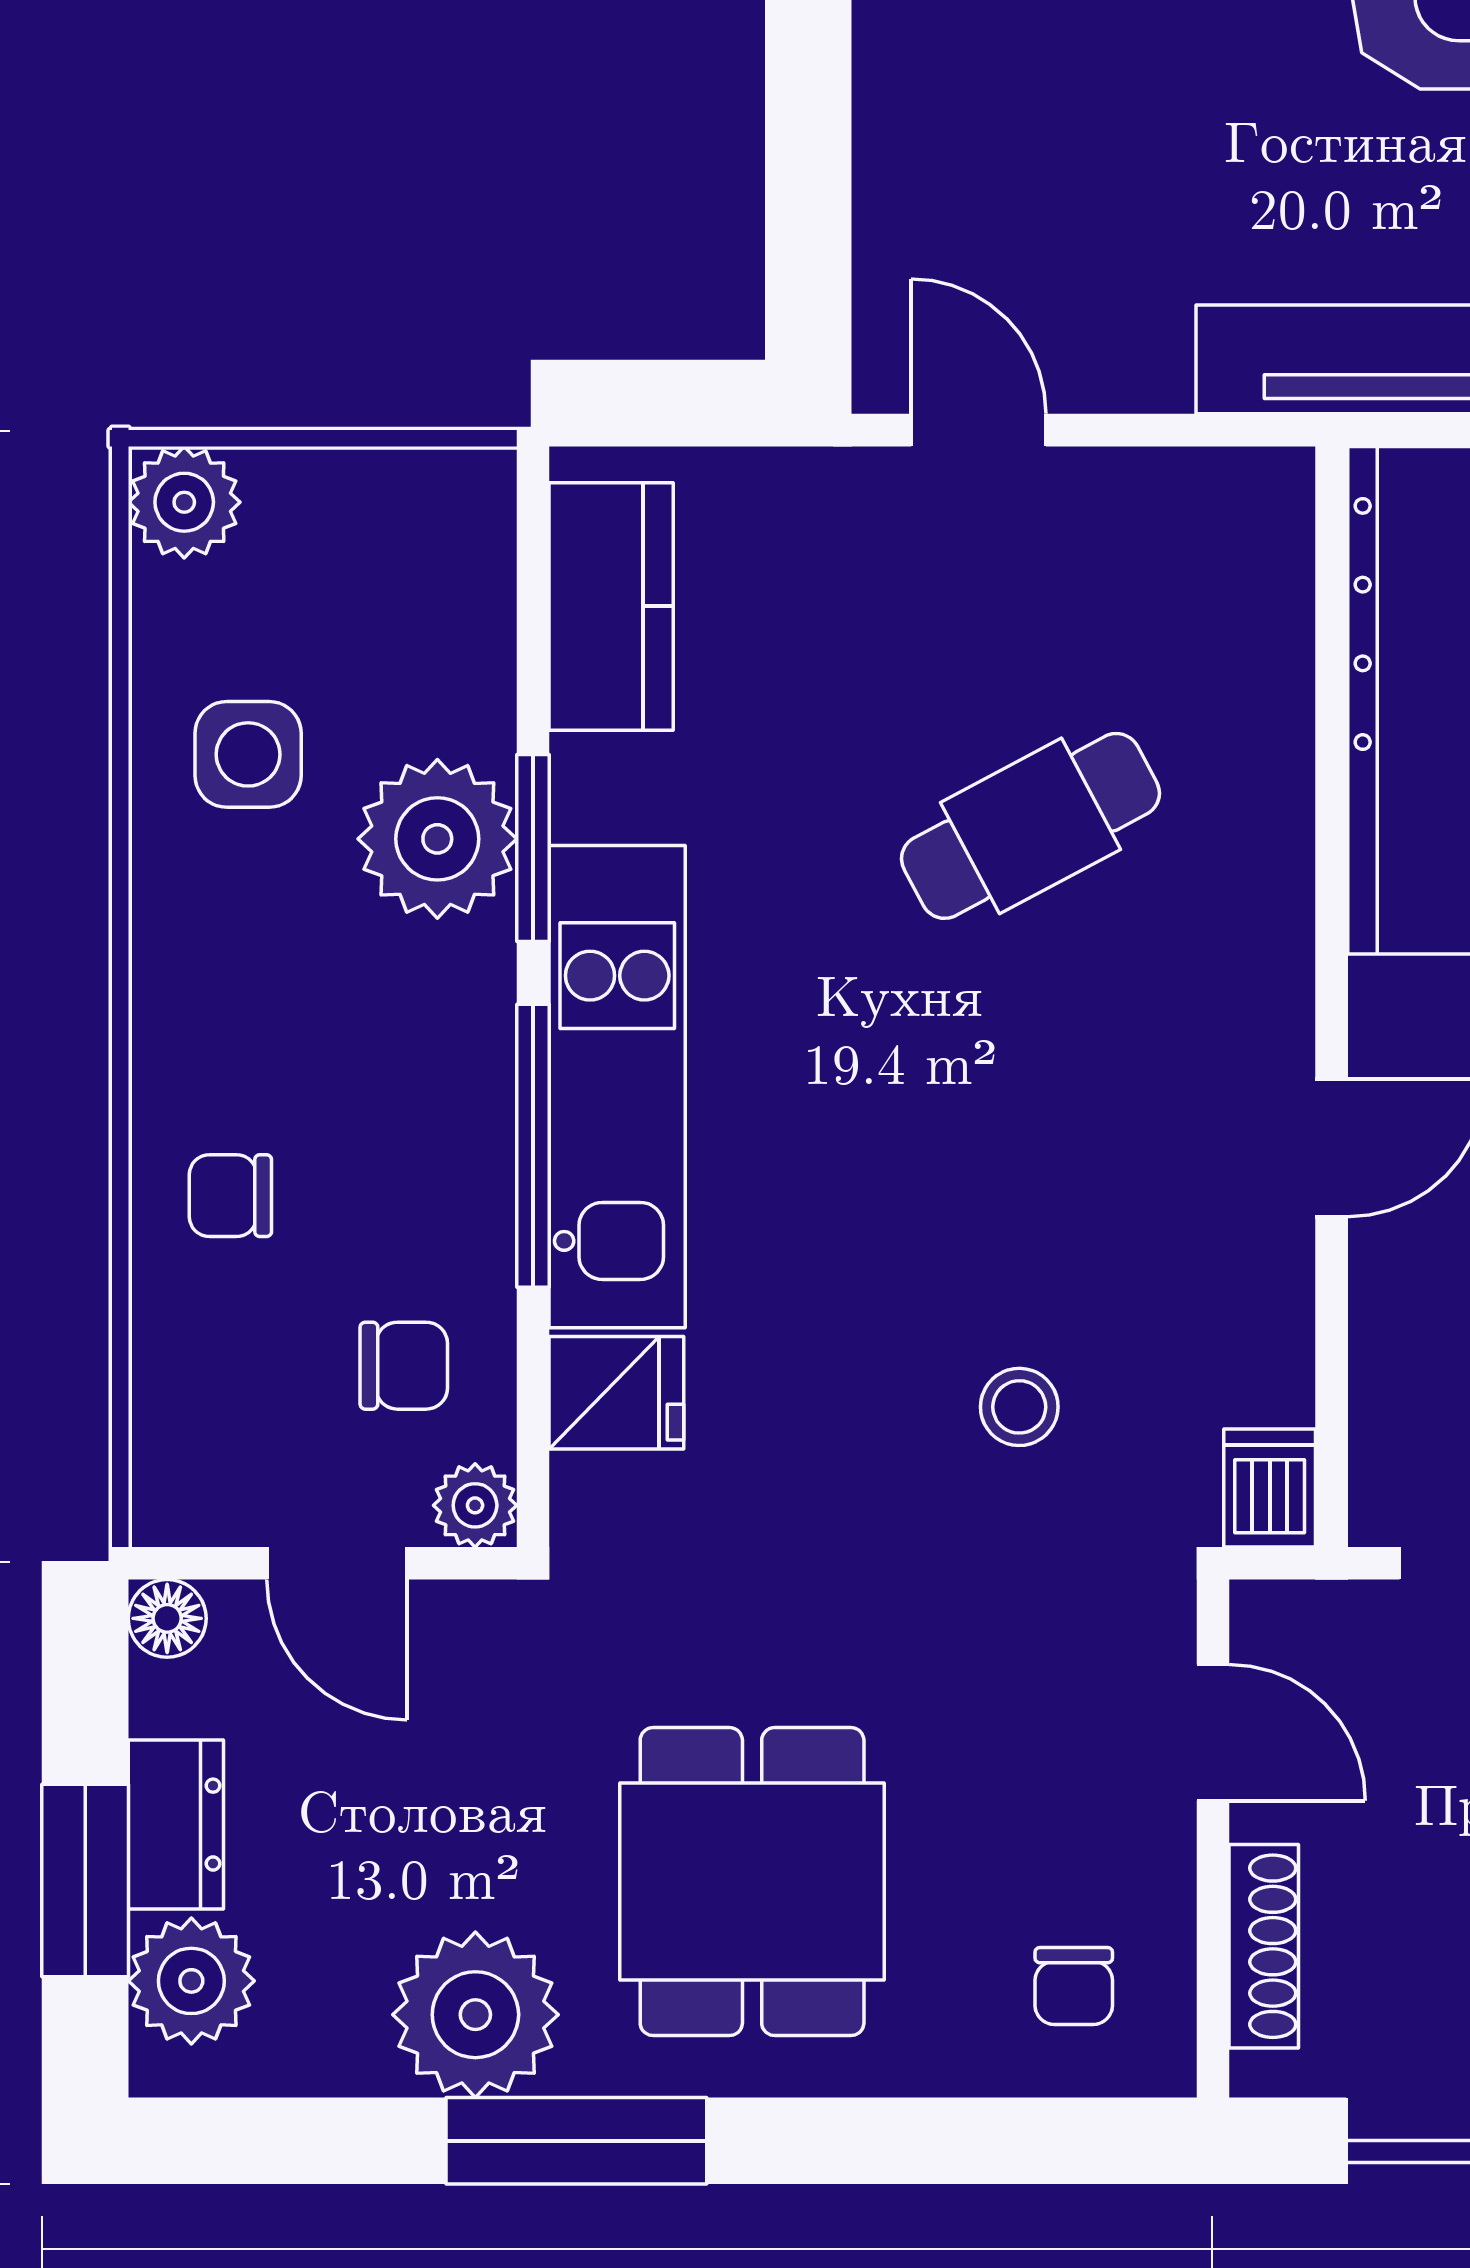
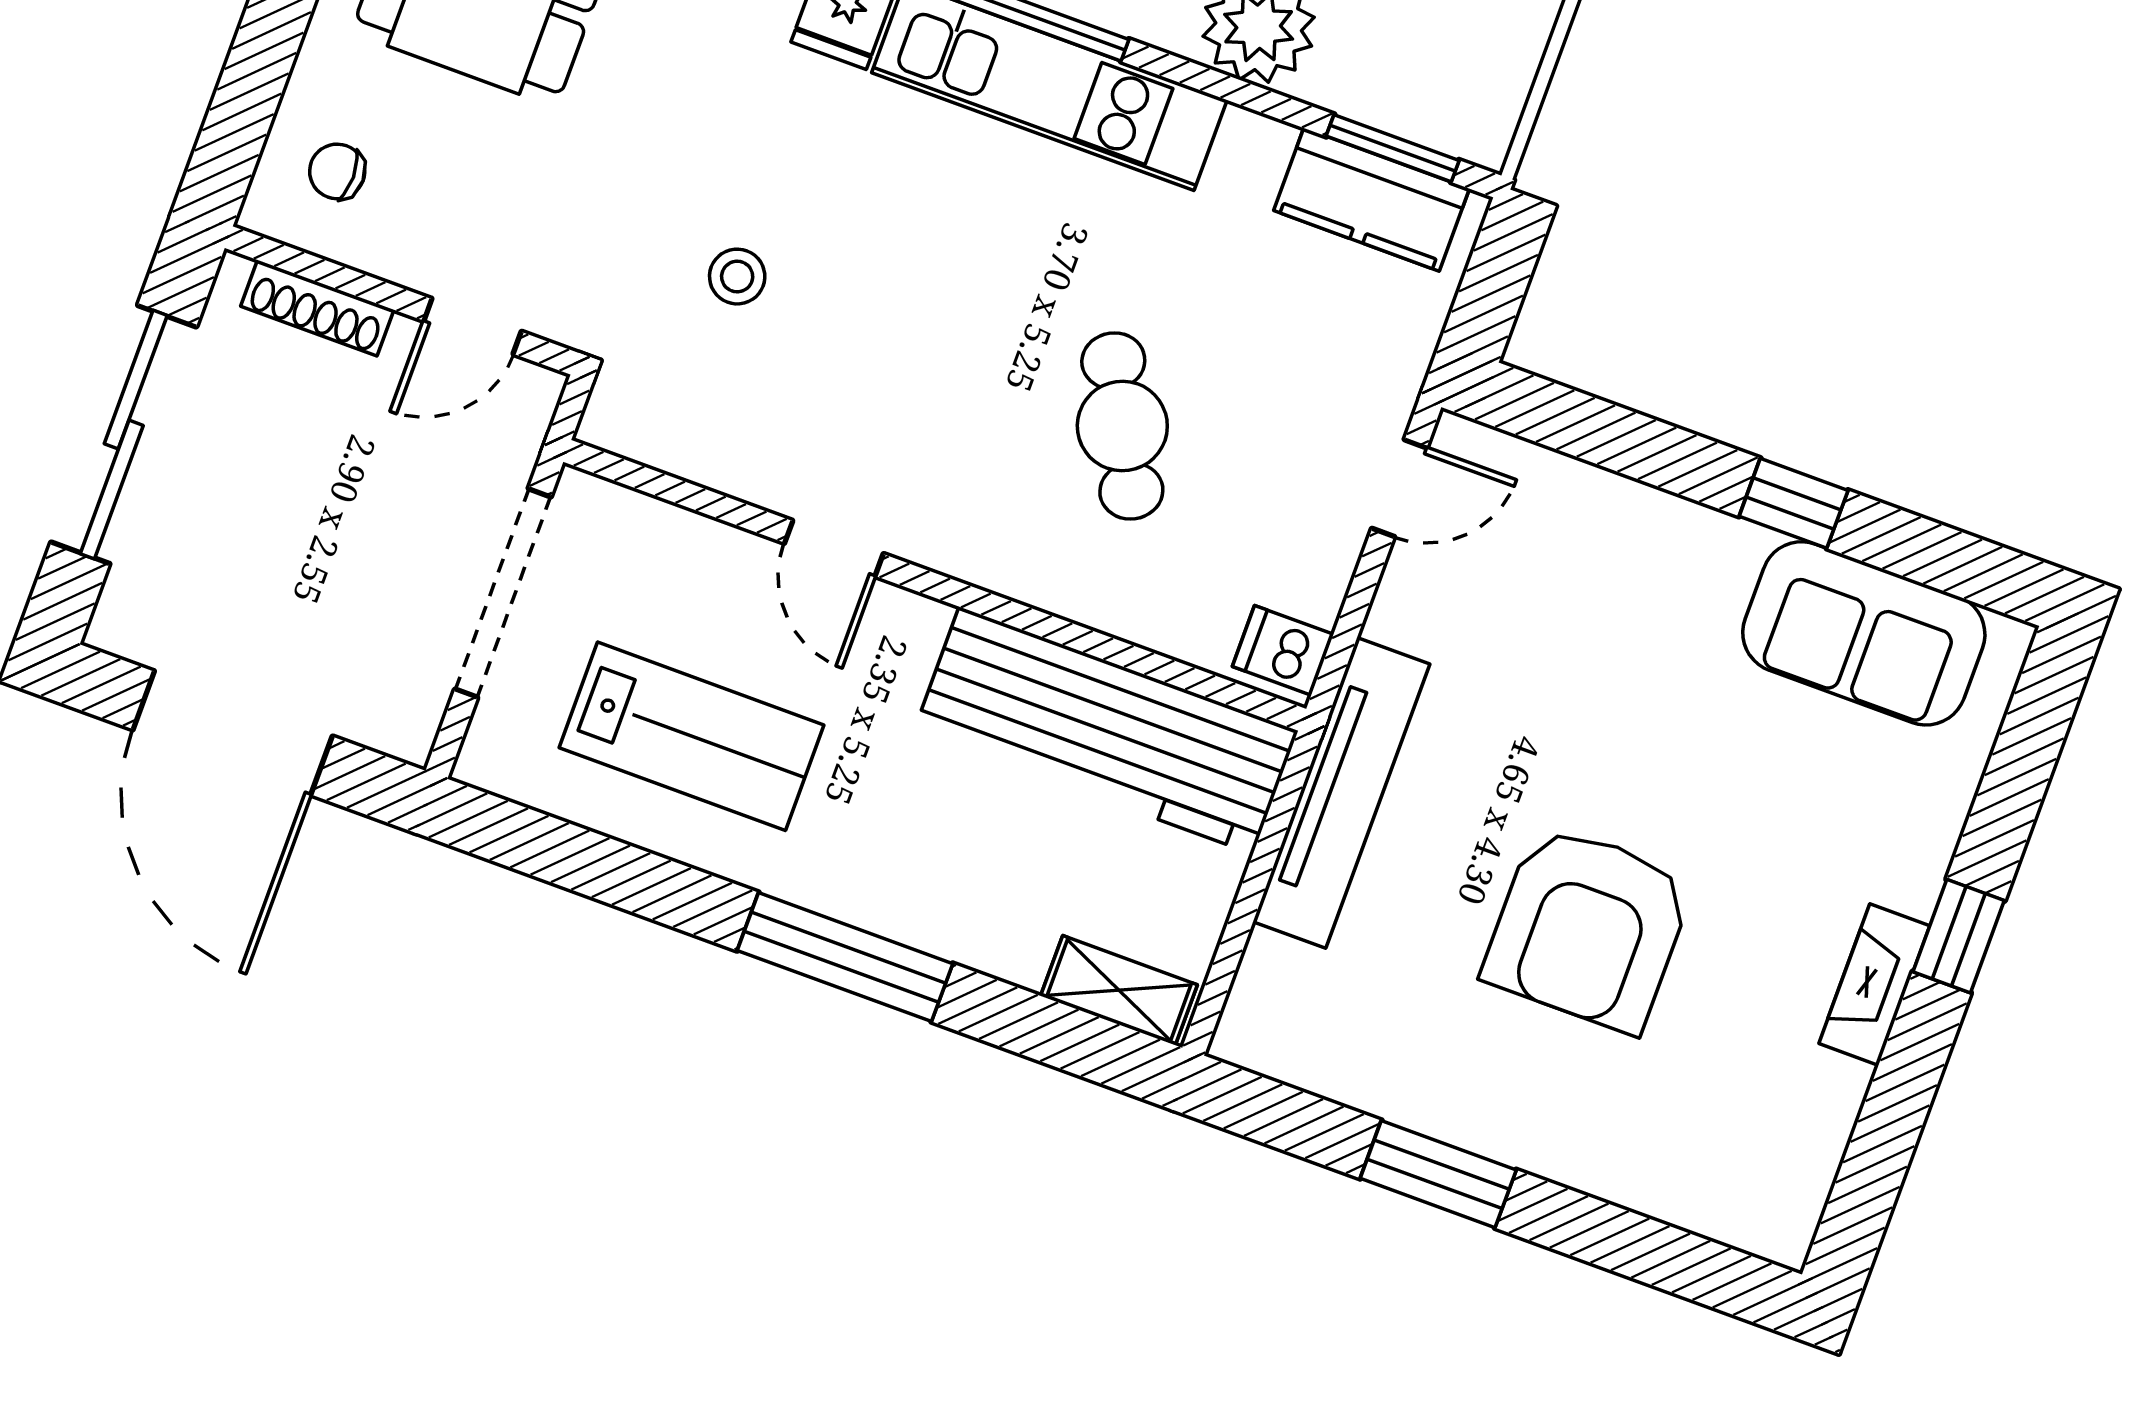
window: (533, 848) -> (1393, 148), moved
dishwasher: (1270, 1488) -> (1283, 650), moved, turned 180

